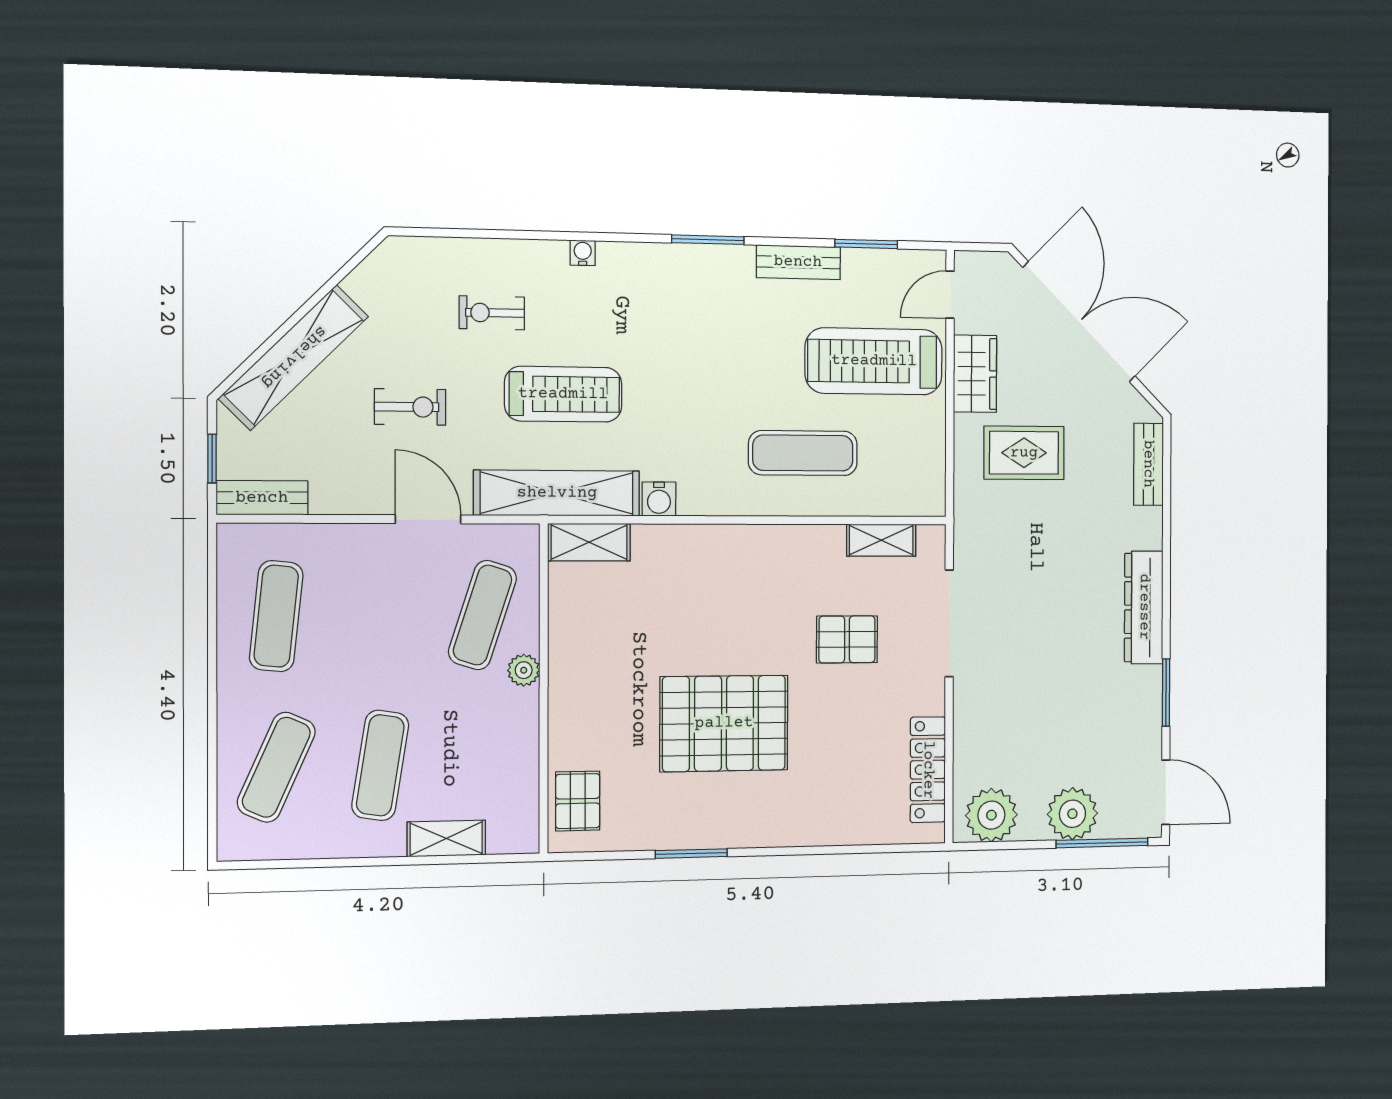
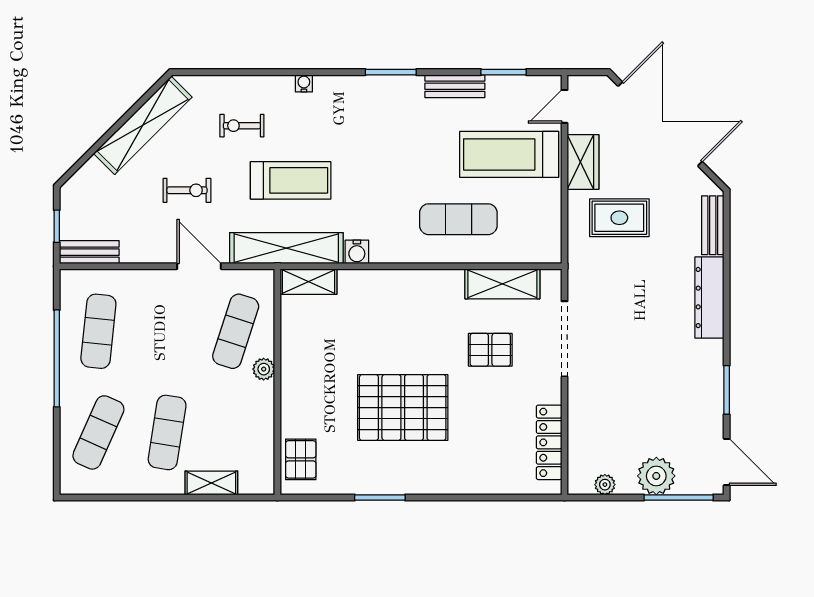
shelving: (294, 357) -> (143, 125), moved
shelving: (881, 540) -> (502, 284), width x1.50, depth x1.33
dresser: (1144, 607) -> (709, 298), moved
window: (212, 657) -> (57, 358), added
plant: (991, 815) -> (605, 485), width x0.53, depth x0.53

